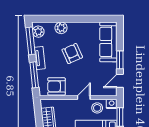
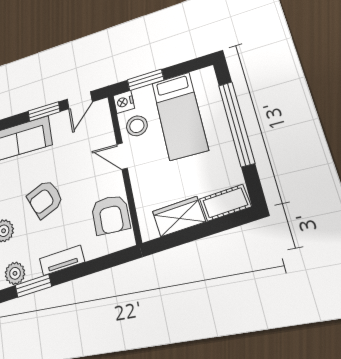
window: (30, 41) -> (33, 286), width x0.69
window: (34, 75) -> (96, 265), removed
door: (120, 81) -> (80, 100), hinge flipped

